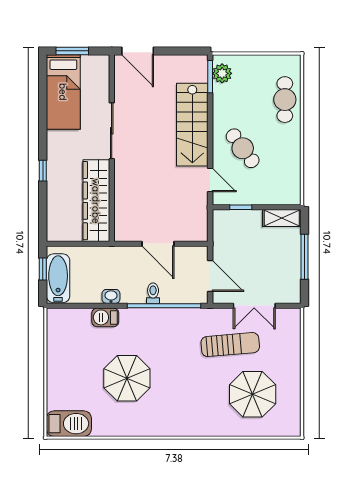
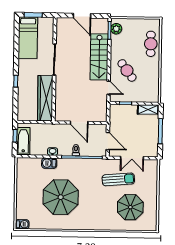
door: (138, 51) -> (82, 16), moved
parasol: (127, 378) -> (61, 197), width x1.36, depth x1.36
barbecue: (69, 424) -> (22, 224), width x0.53, depth x0.65

